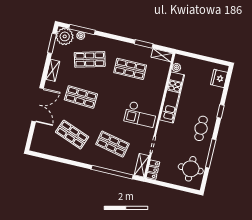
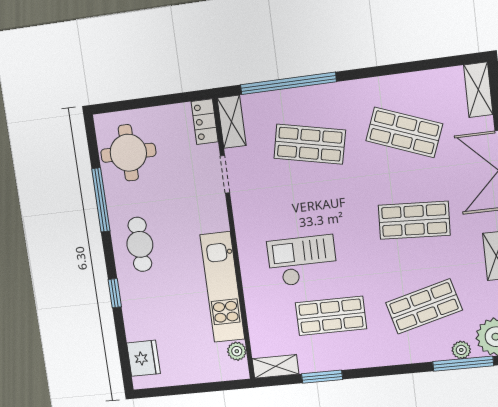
checkout: (141, 114) -> (302, 261), moved
shelving: (37, 141) -> (478, 90), added

